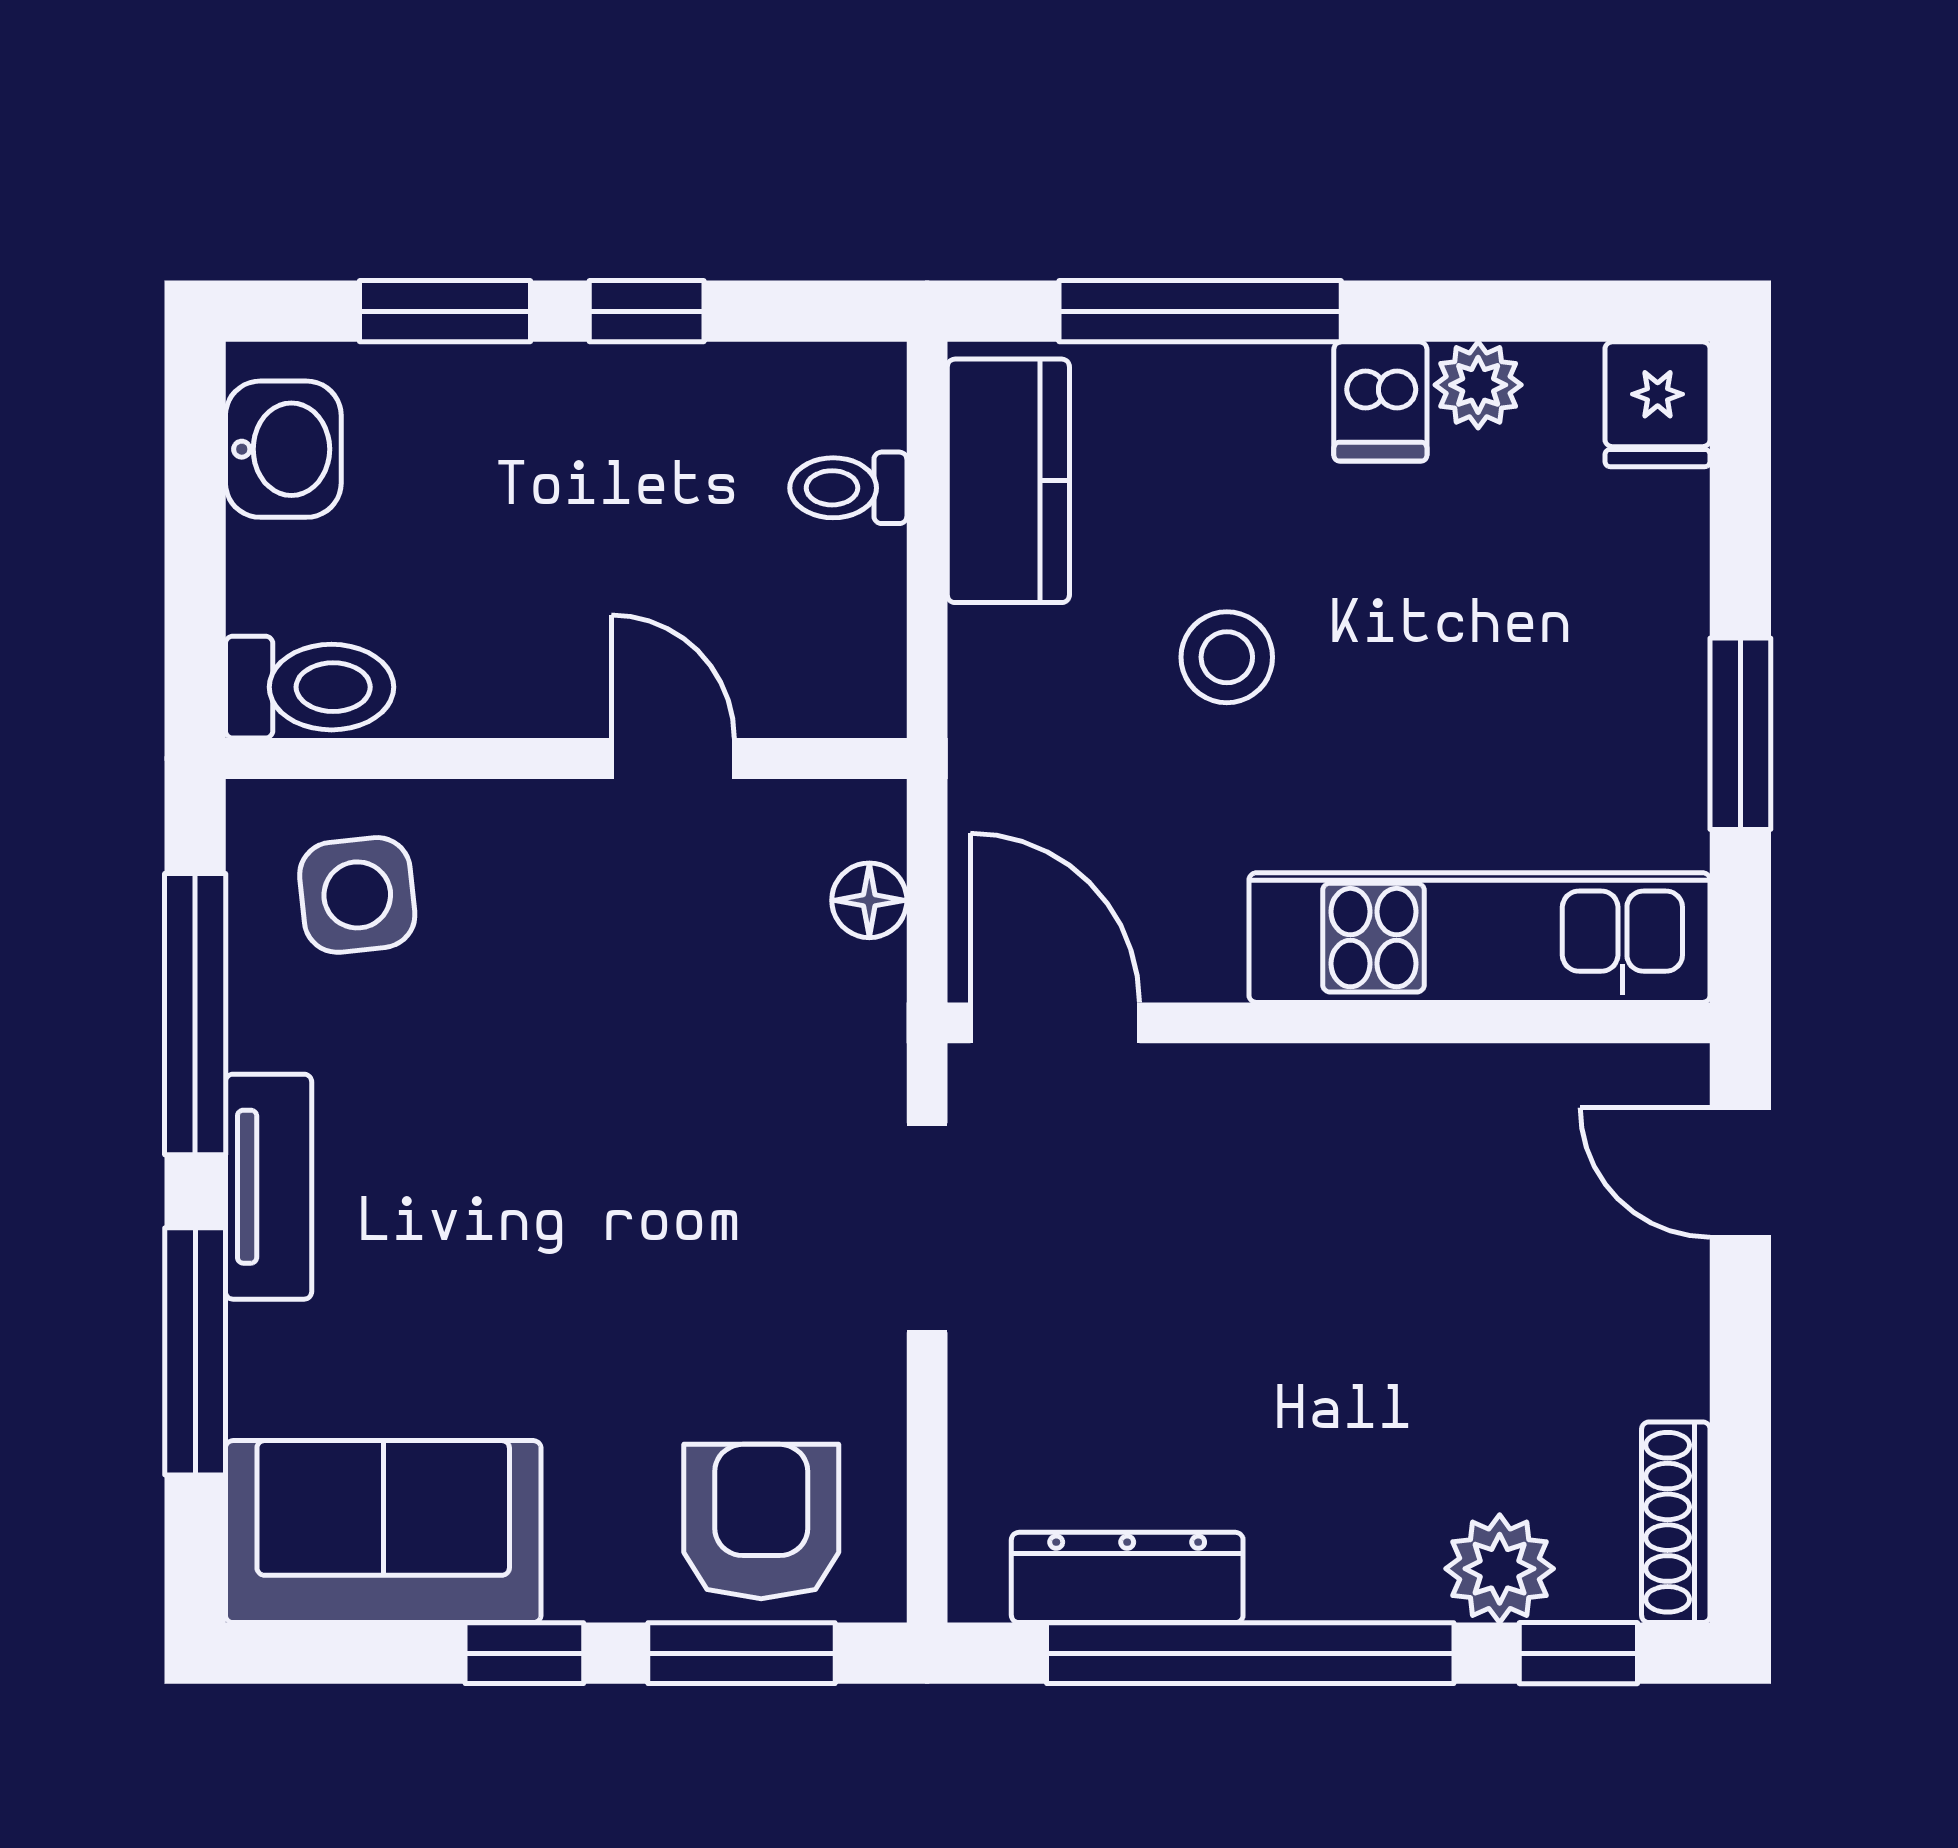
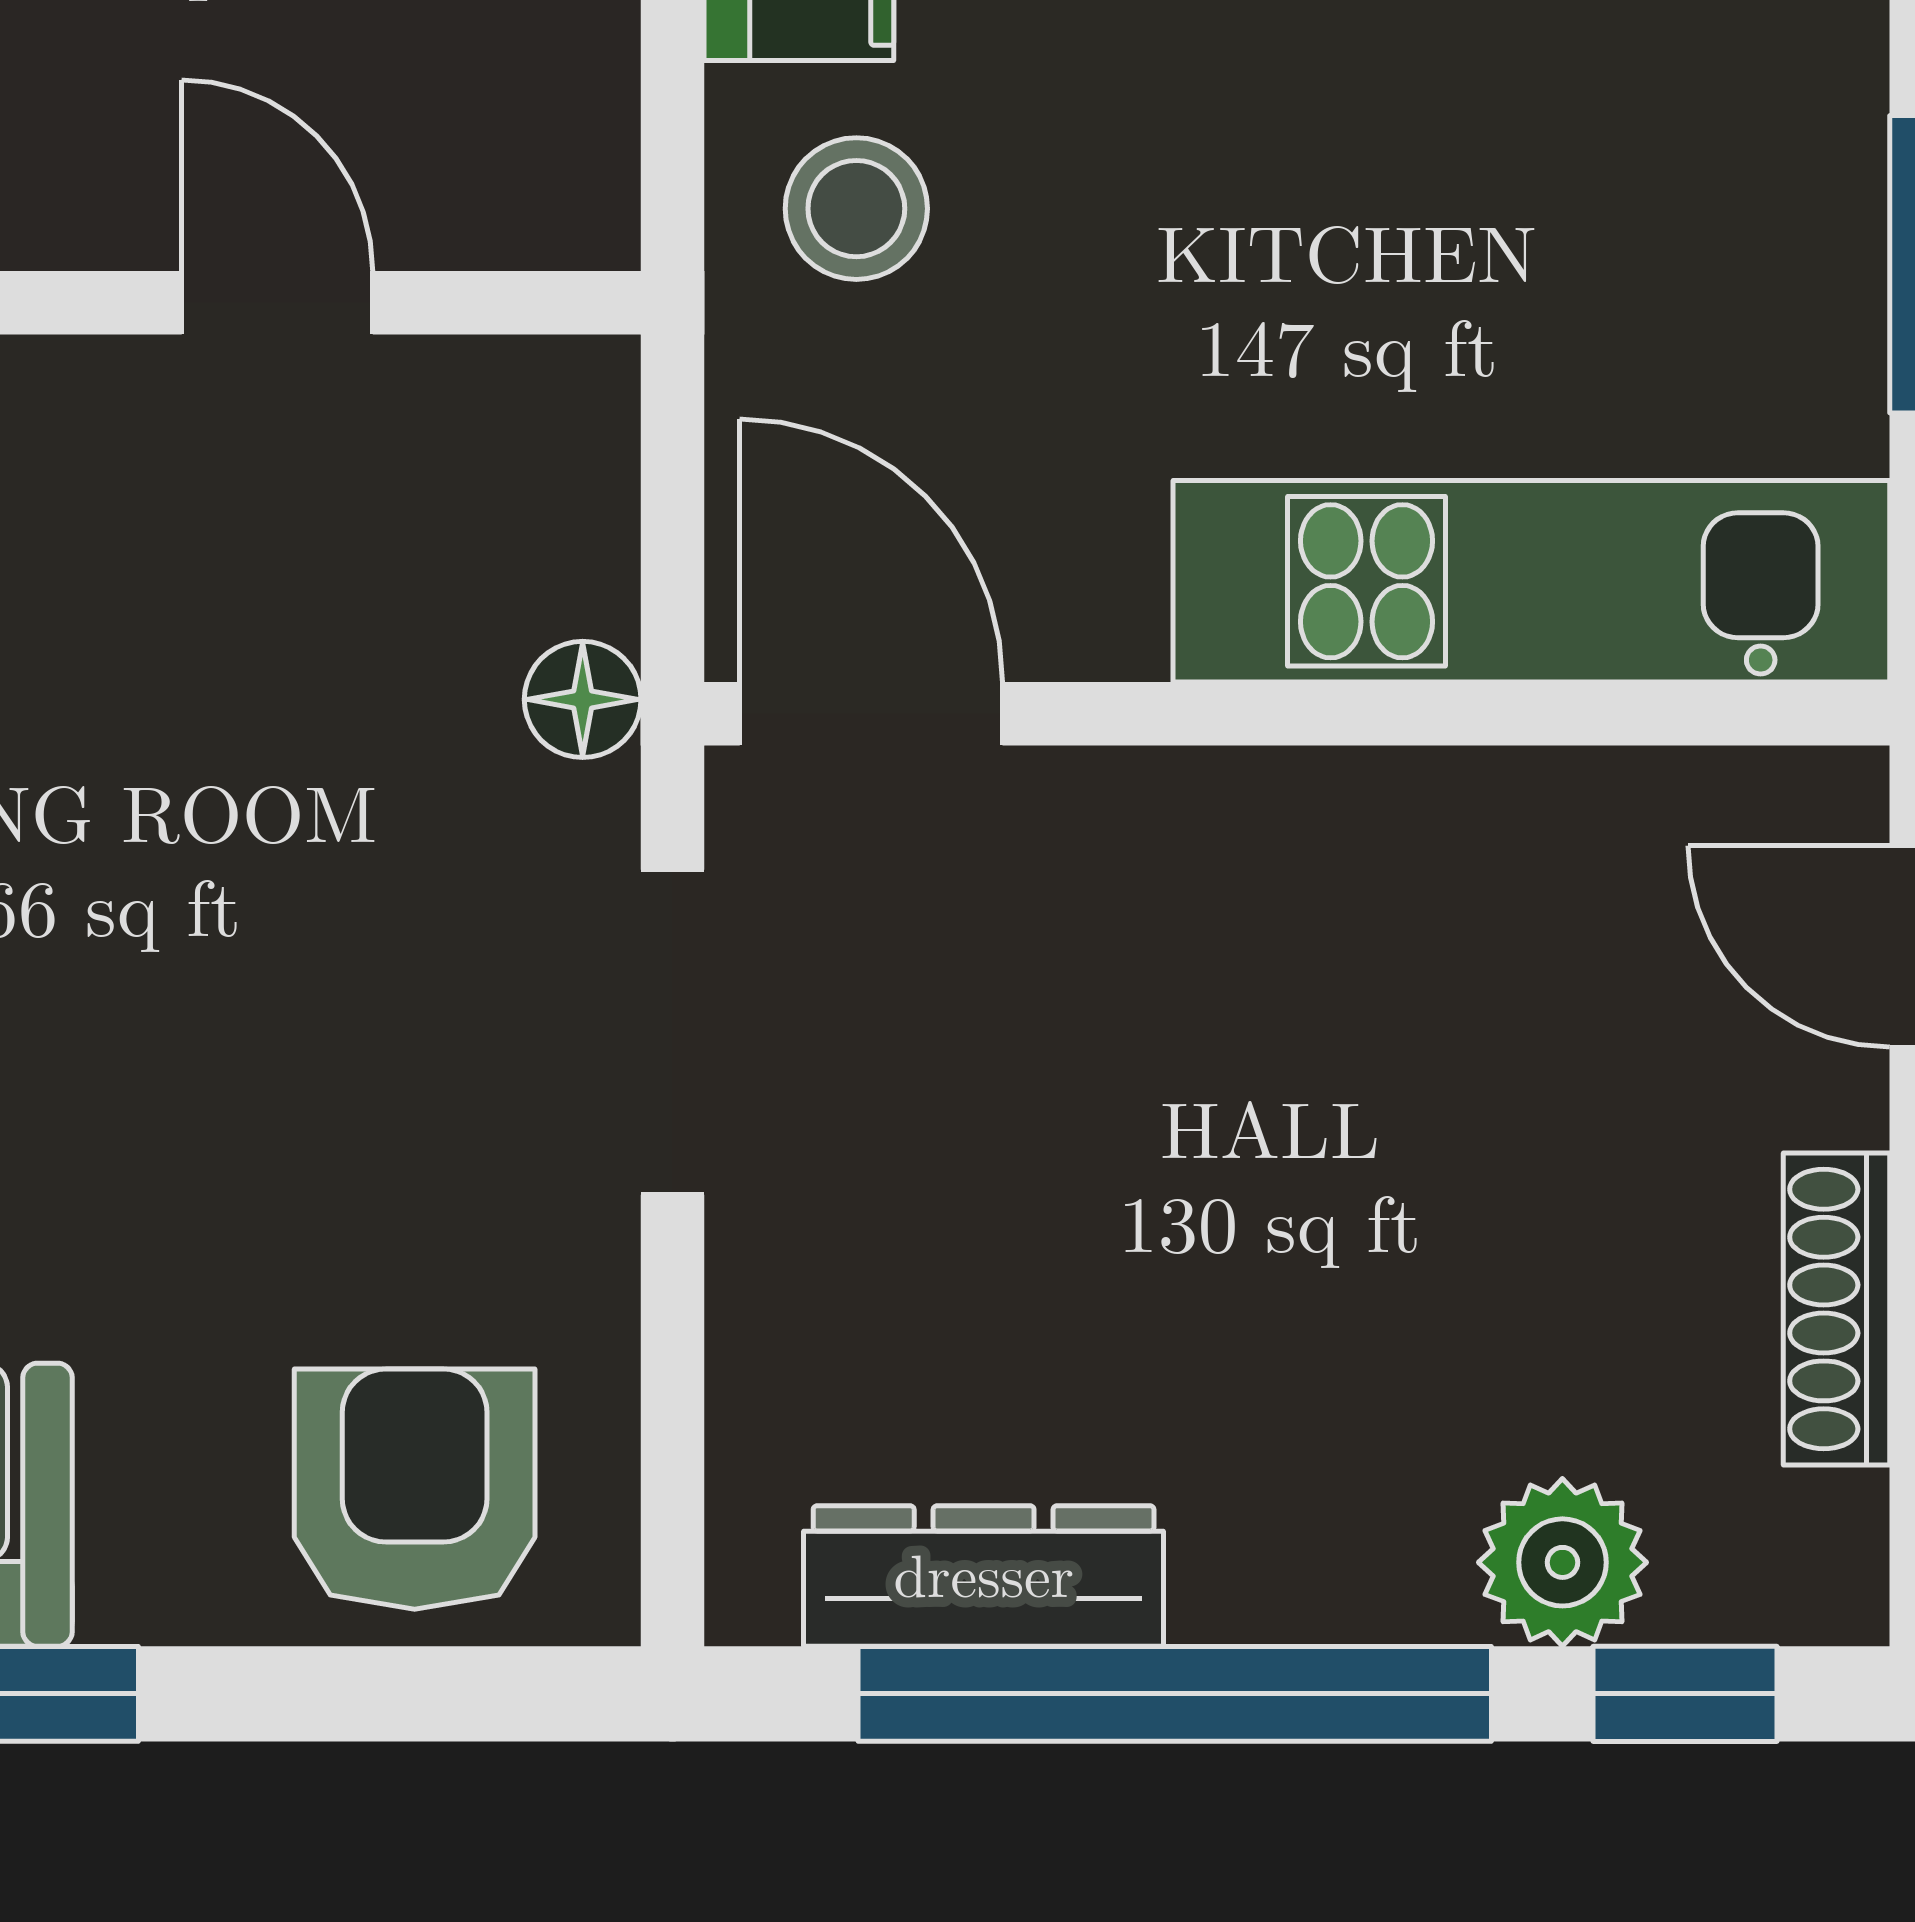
stool: (1227, 657) -> (856, 209), moved
floor lamp: (869, 900) -> (583, 699), moved
shoe rack: (1676, 1522) -> (1837, 1309), moved
window: (742, 1653) -> (384, 1694), removed

